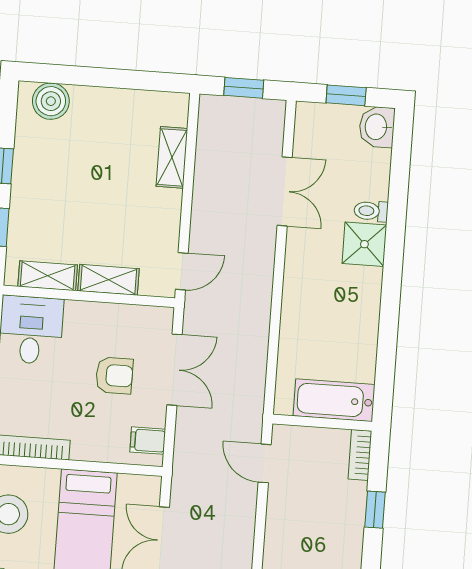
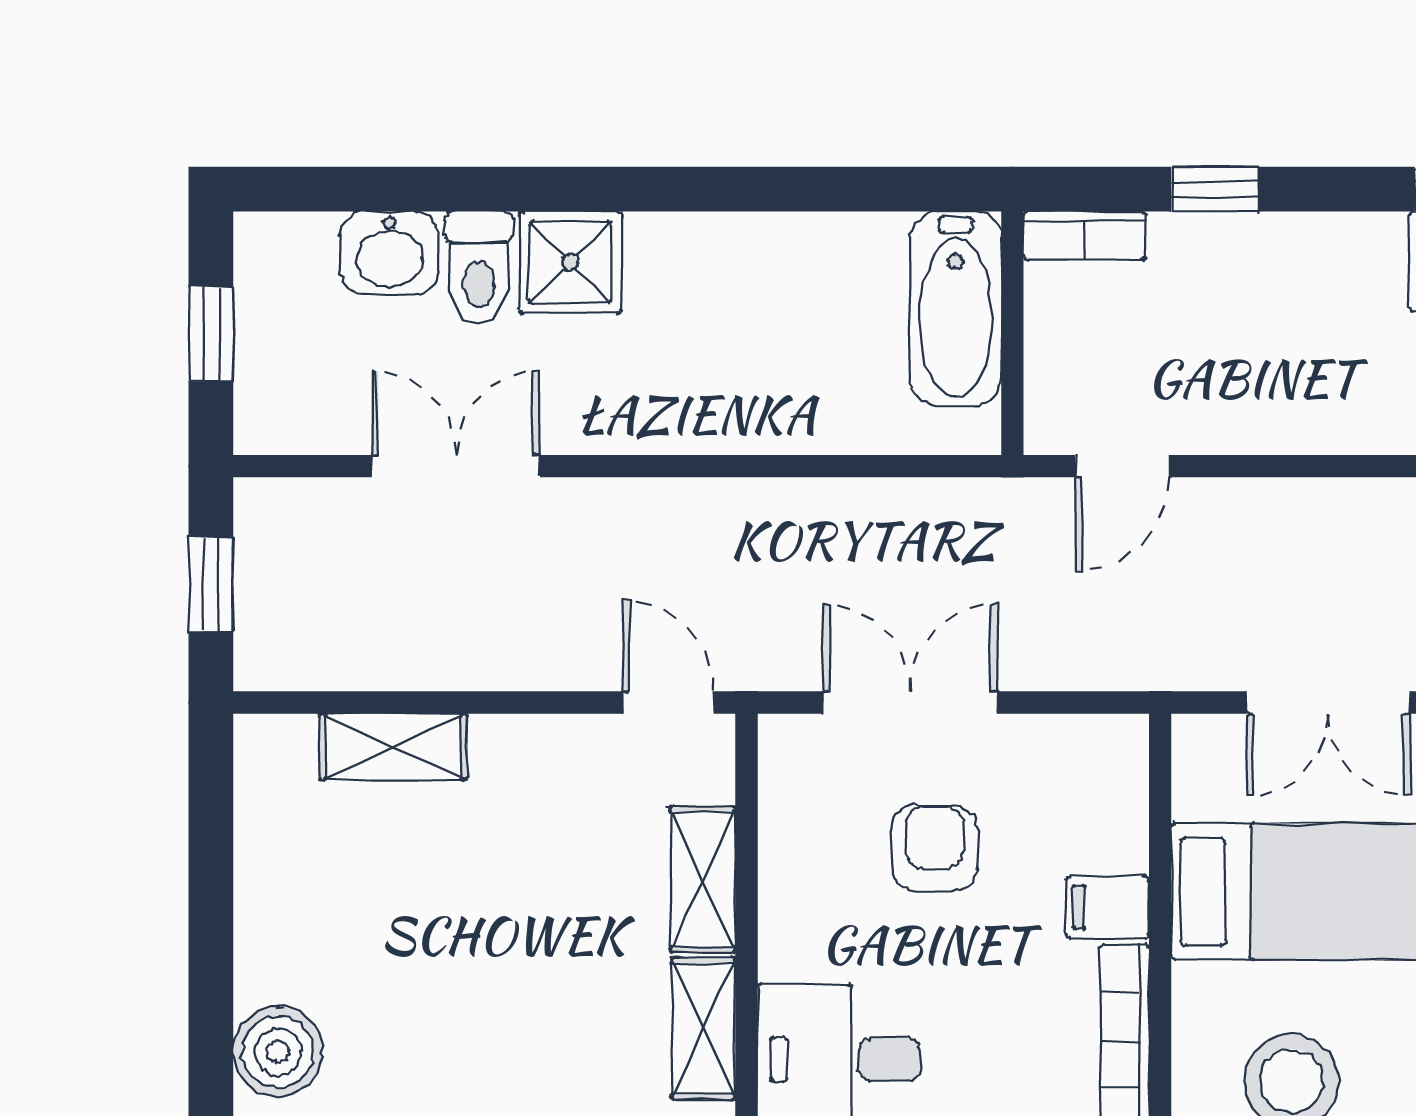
washbasin: (377, 127) -> (389, 253), moved
toilet: (371, 211) -> (479, 268), width x1.37, depth x1.39
filing cabinet: (148, 441) -> (1108, 907), moved, turned 90

